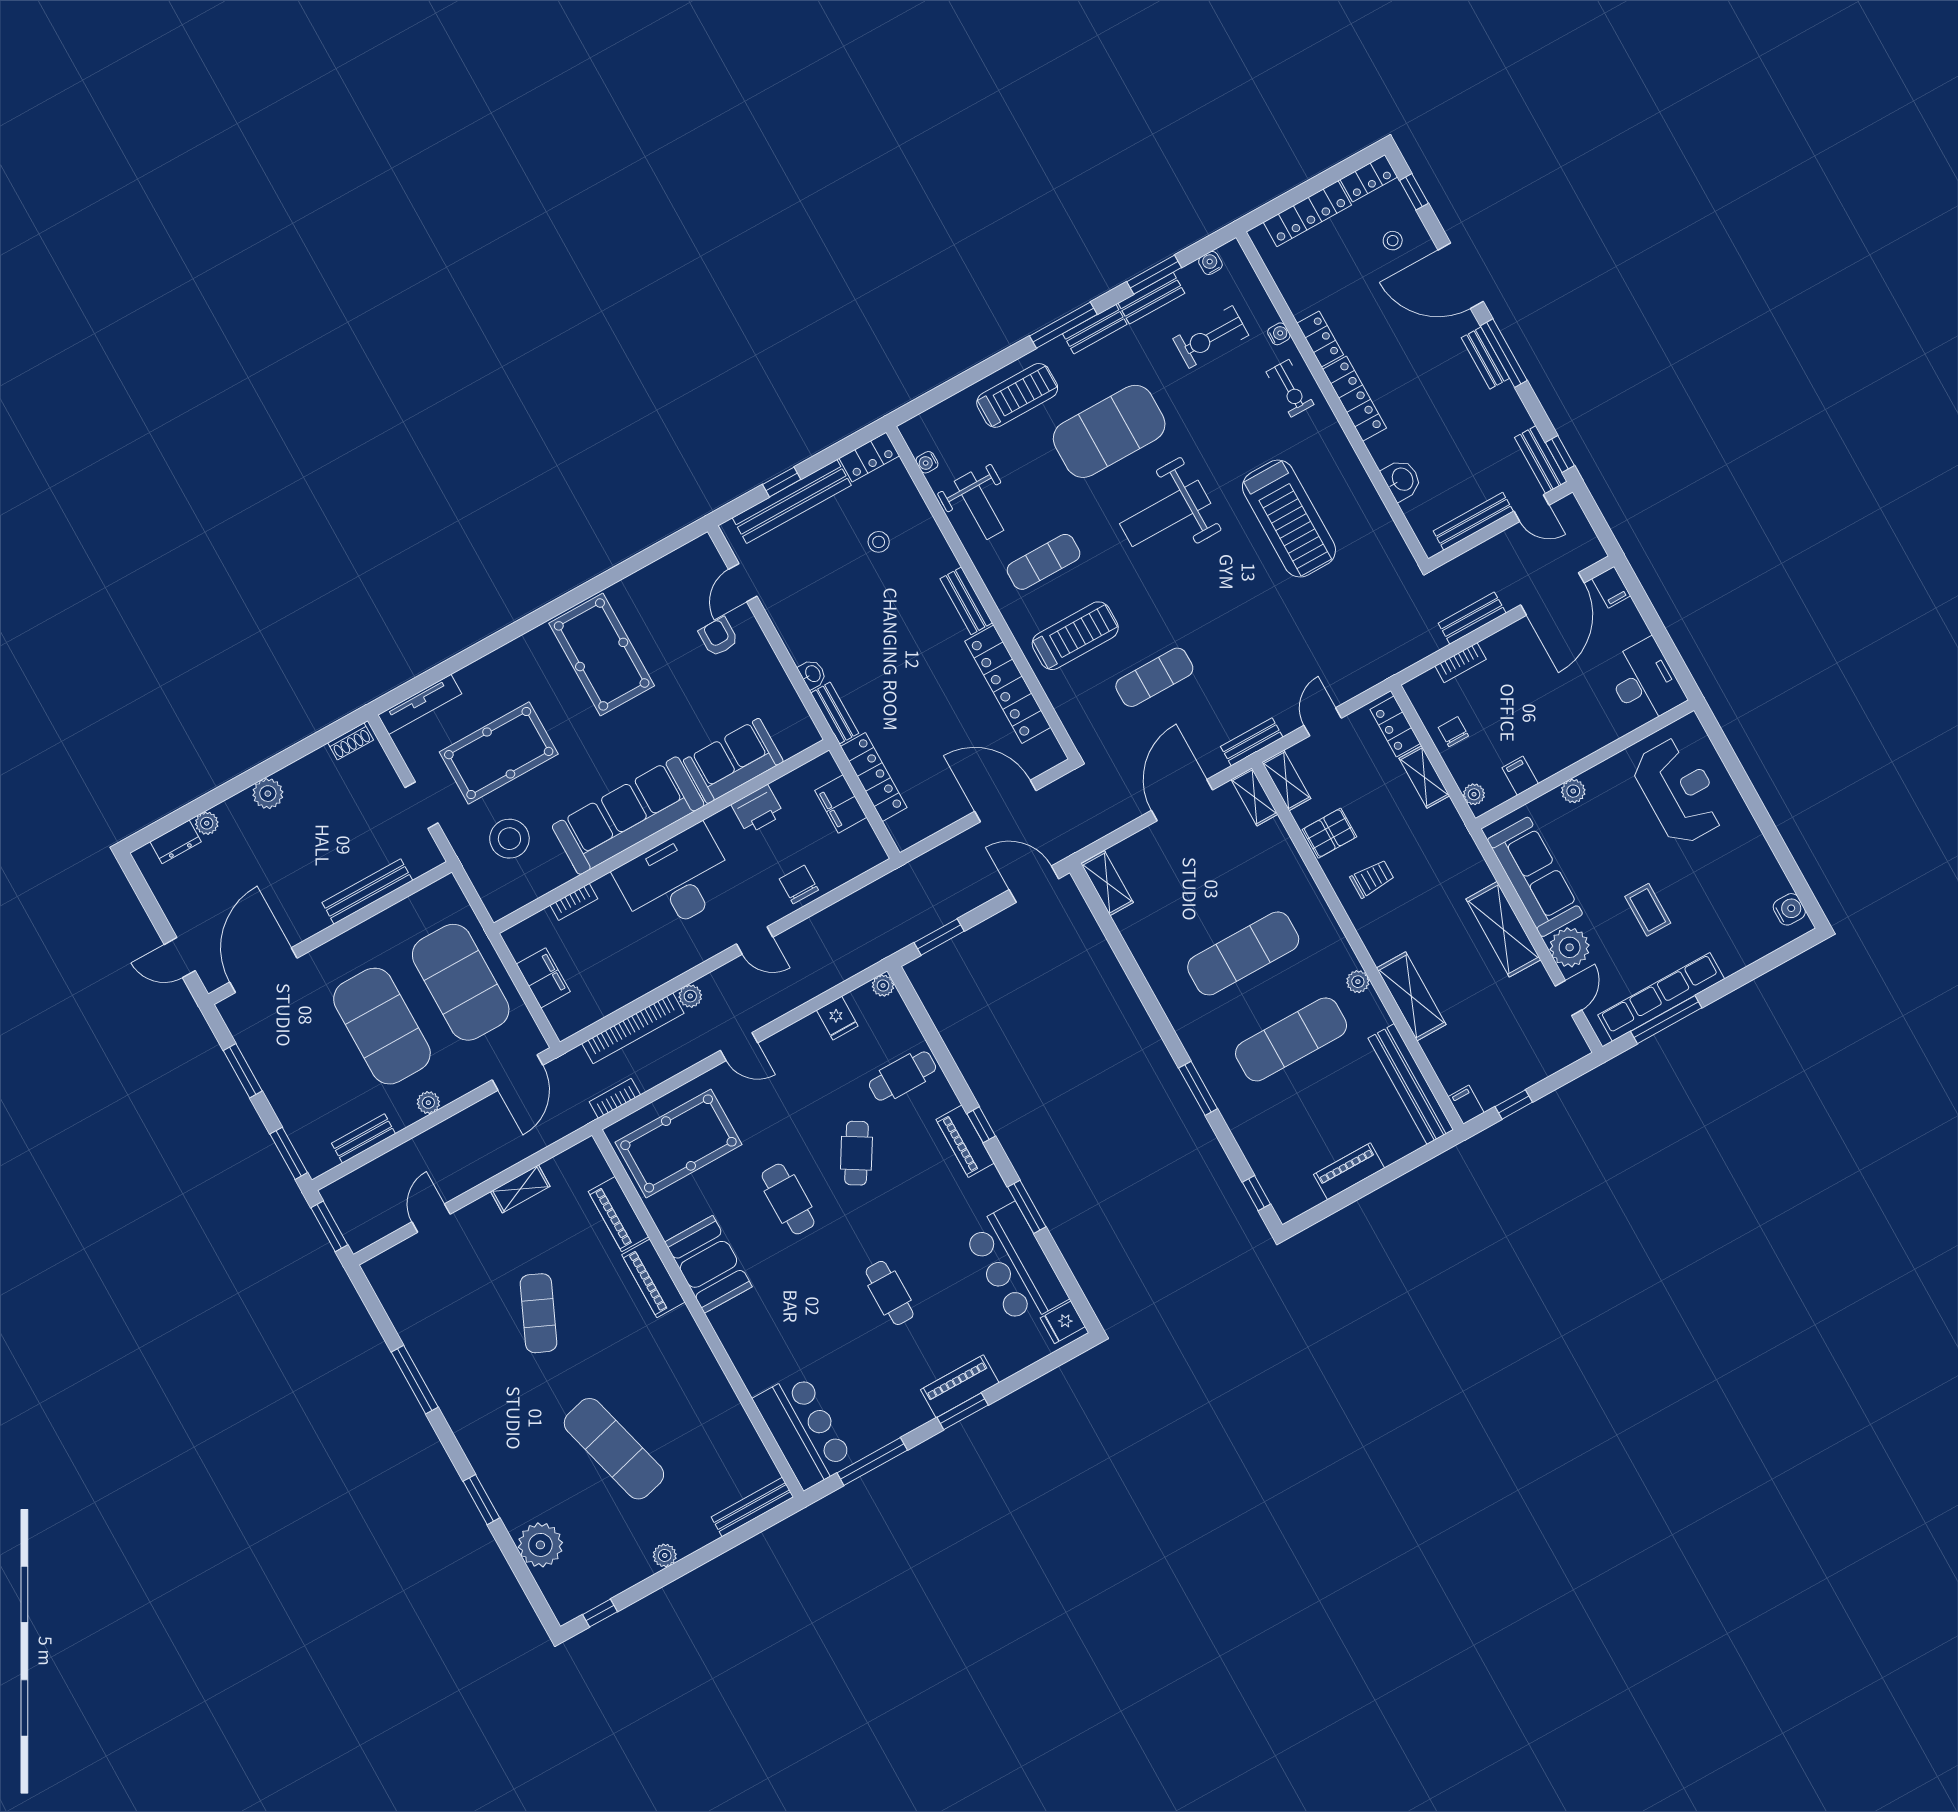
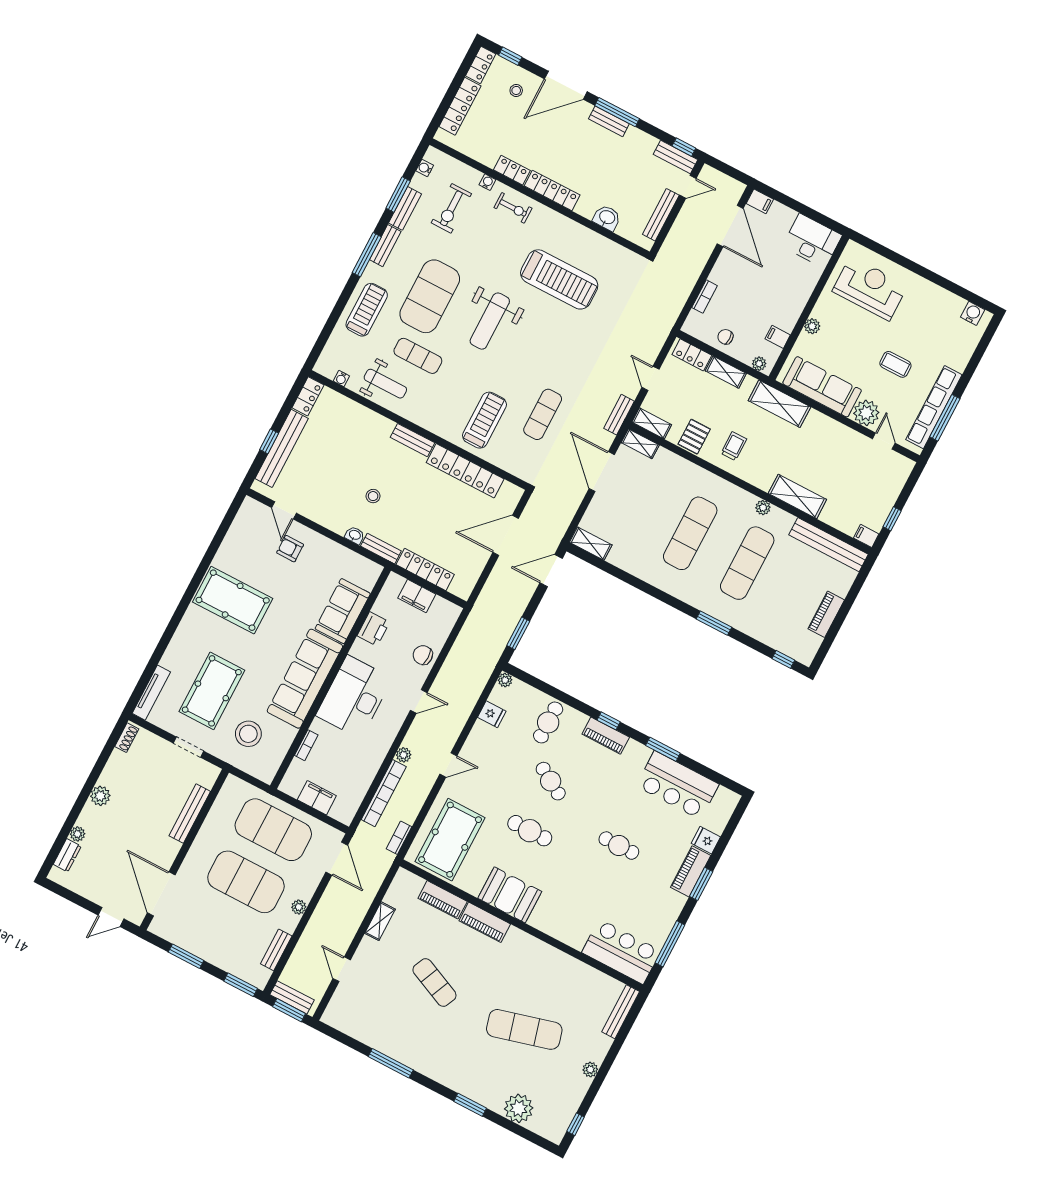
stool: (879, 542) -> (373, 496), moved
exercise mat: (1044, 562) -> (418, 356), moved, turned 90
bench: (1472, 618) -> (292, 997), moved, turned 90
shelving: (1503, 929) -> (779, 404), moved
fridge: (1063, 1322) -> (706, 840), moved, turned 90

